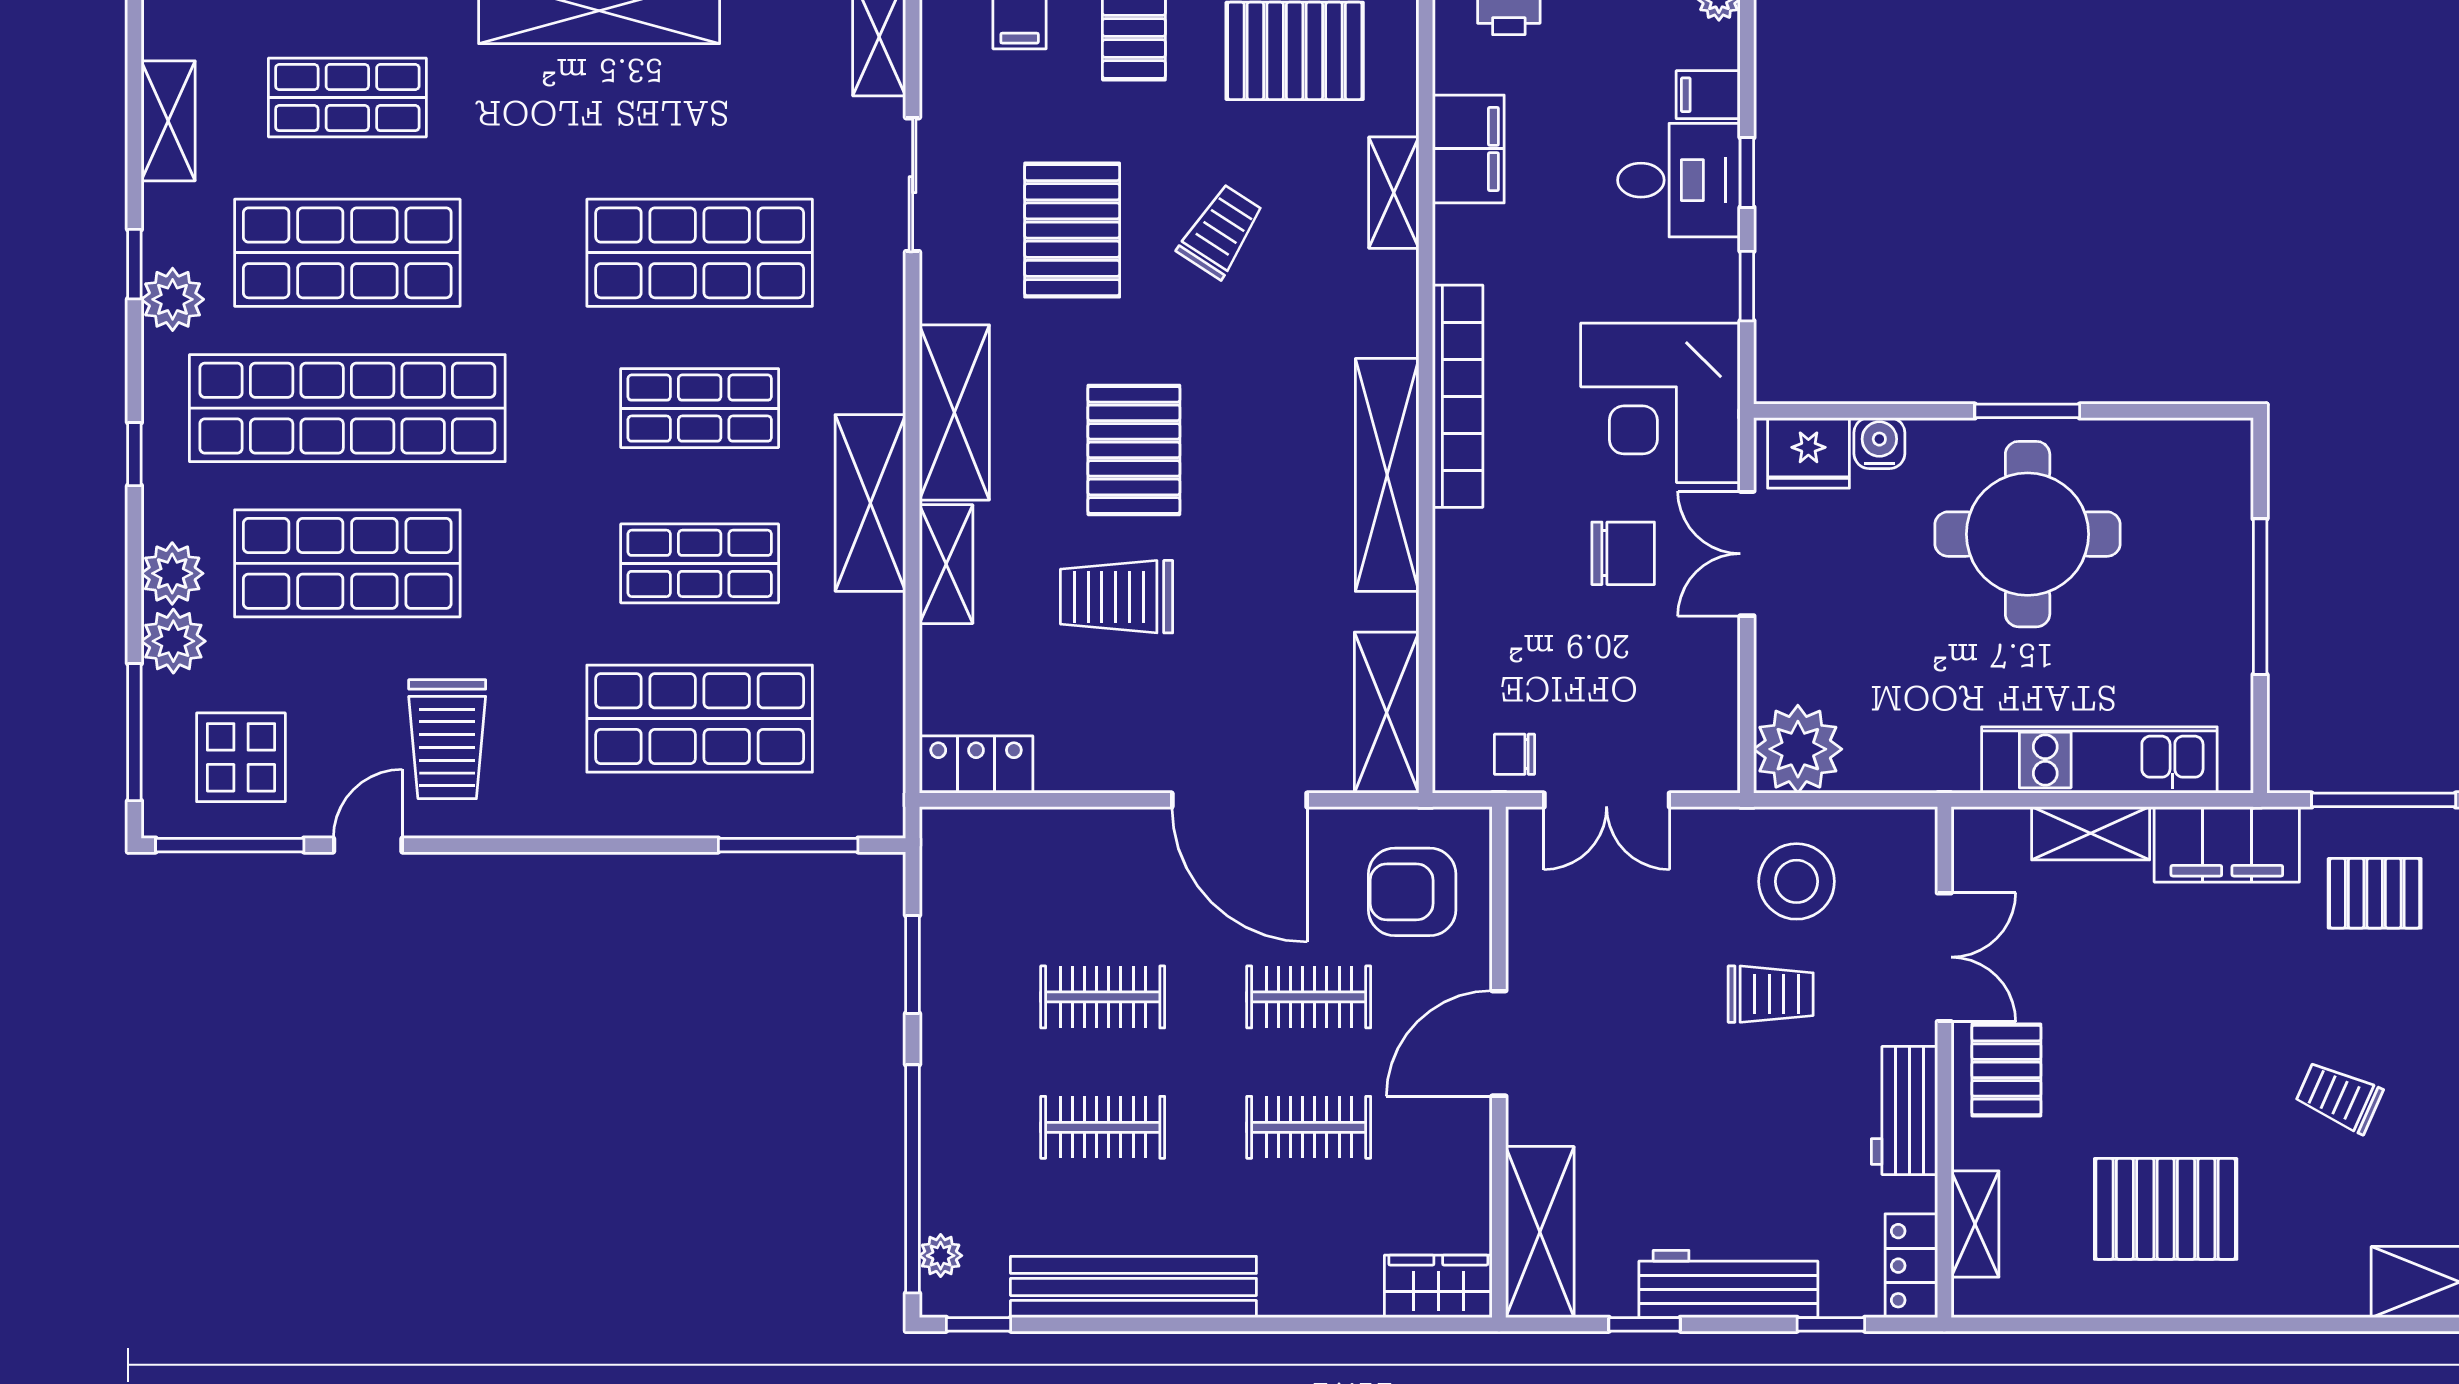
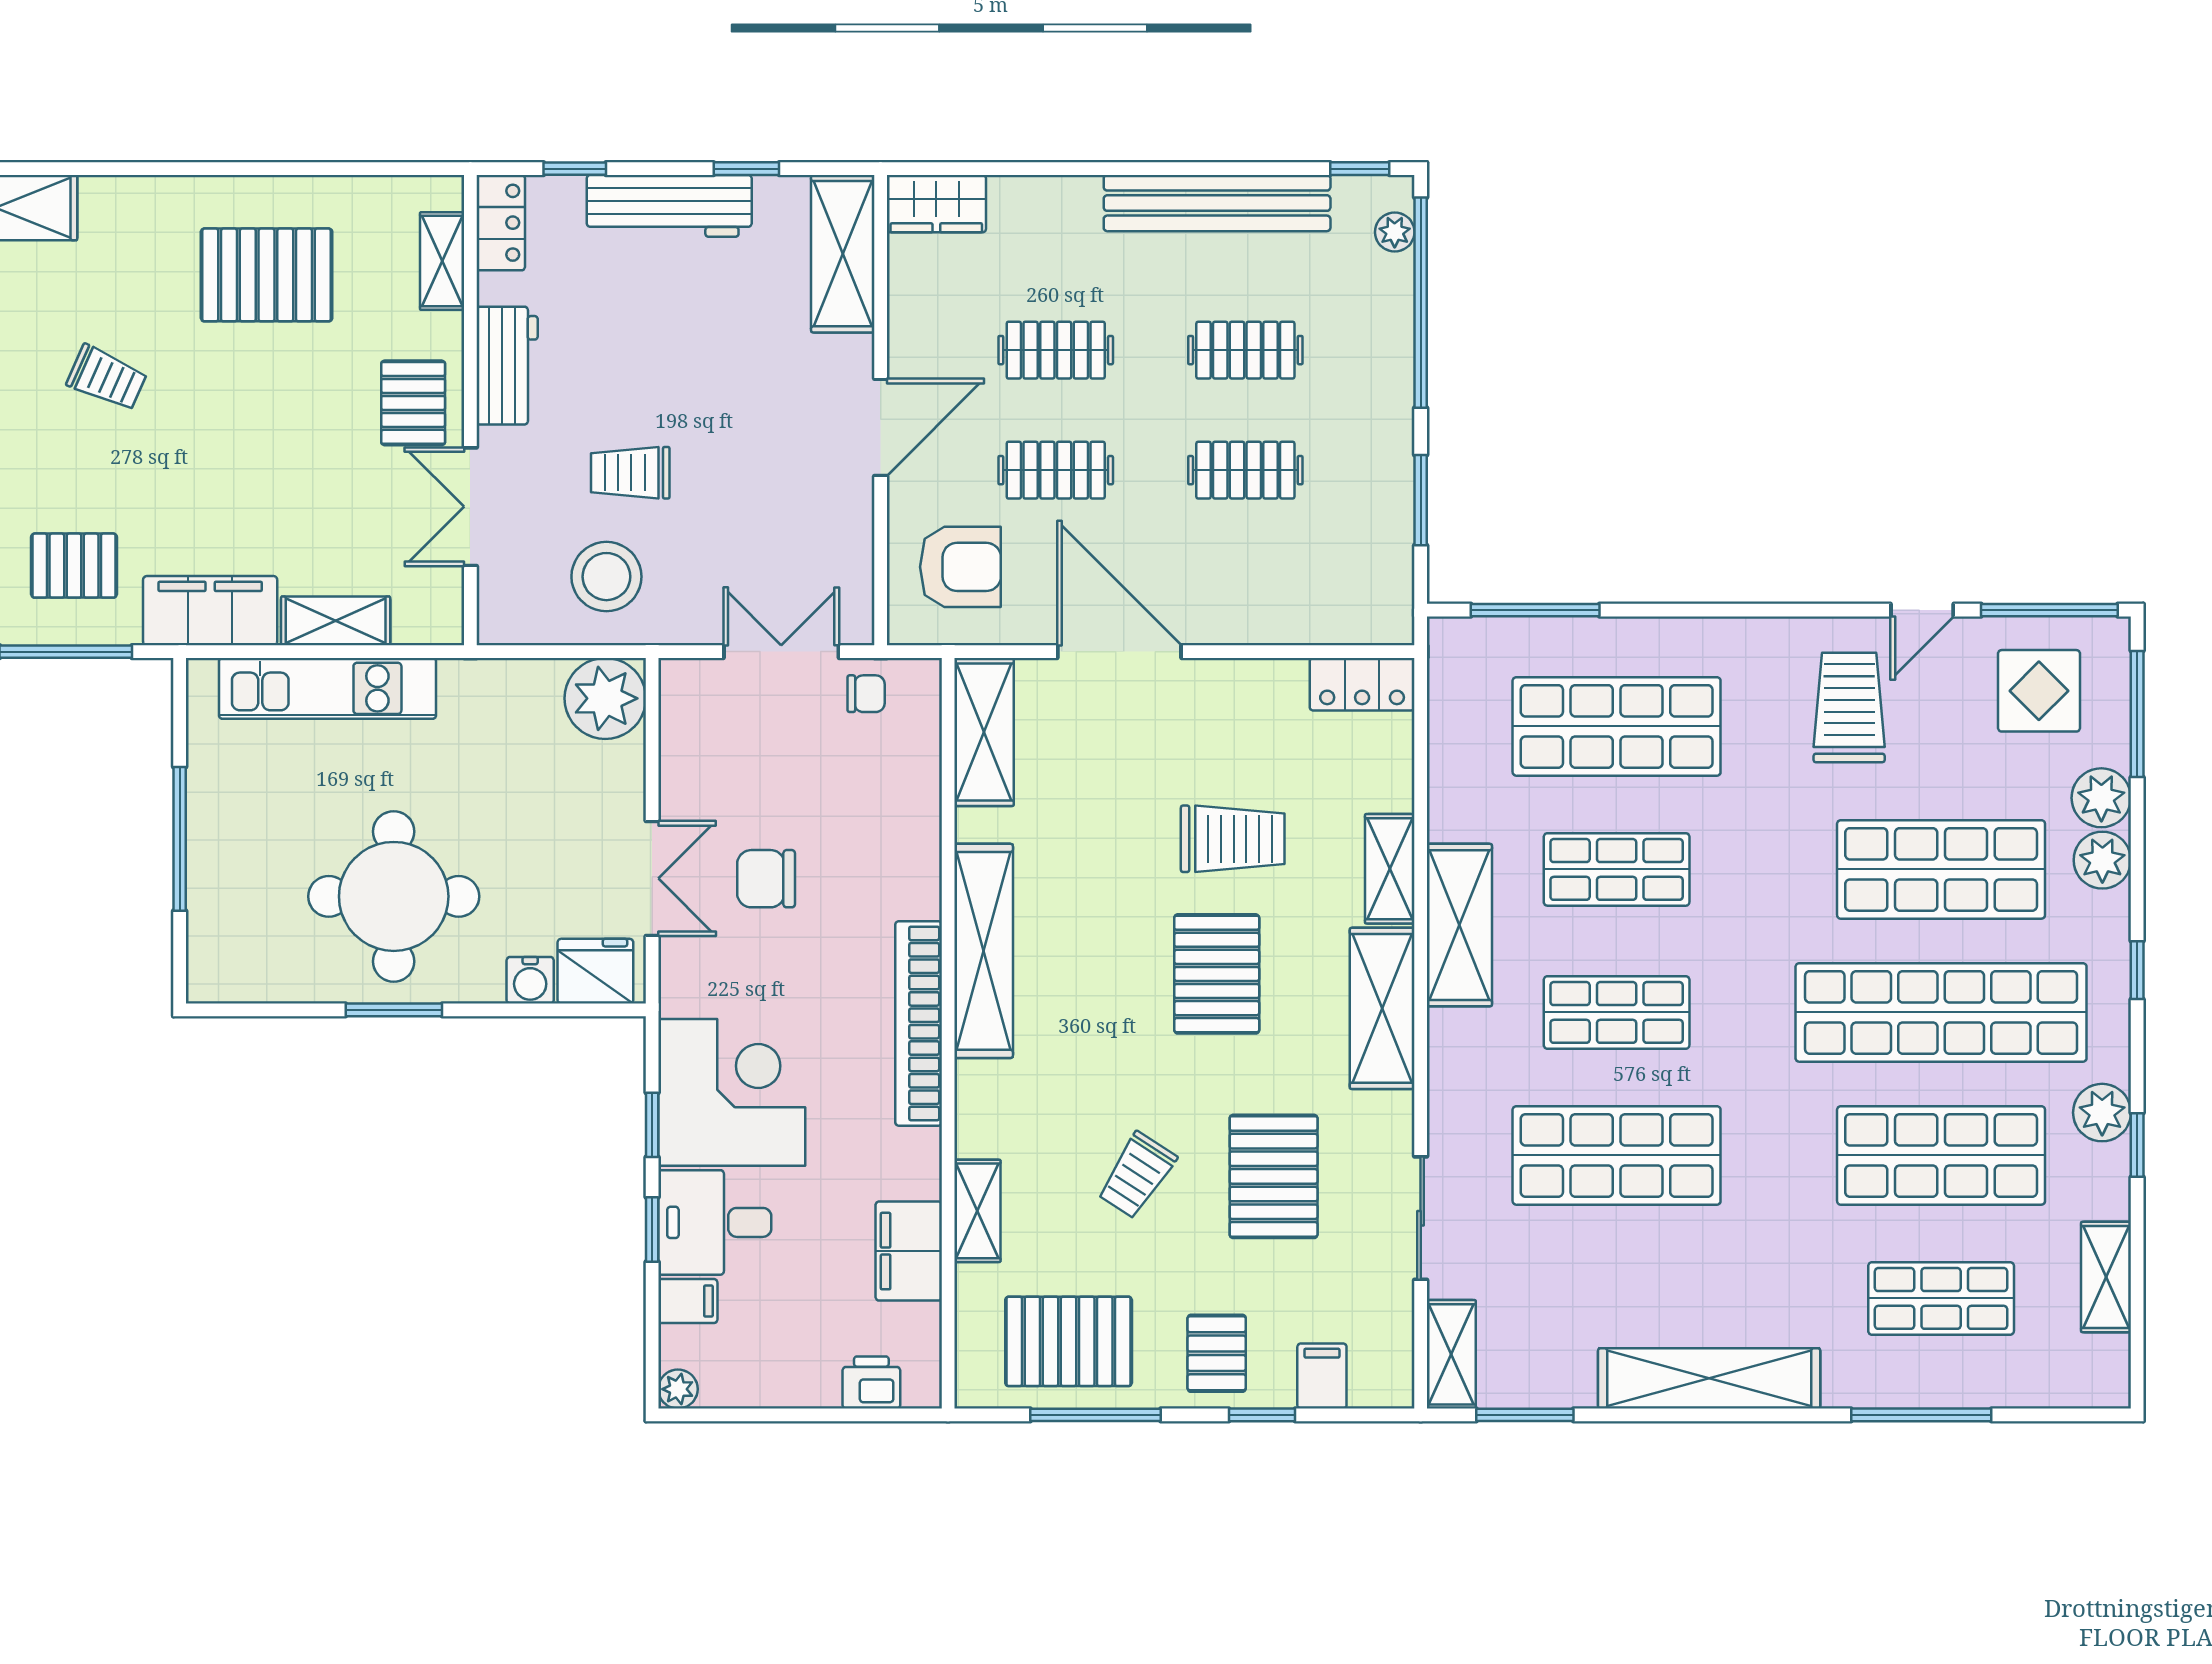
corner desk: (1660, 403) -> (732, 1092), moved

